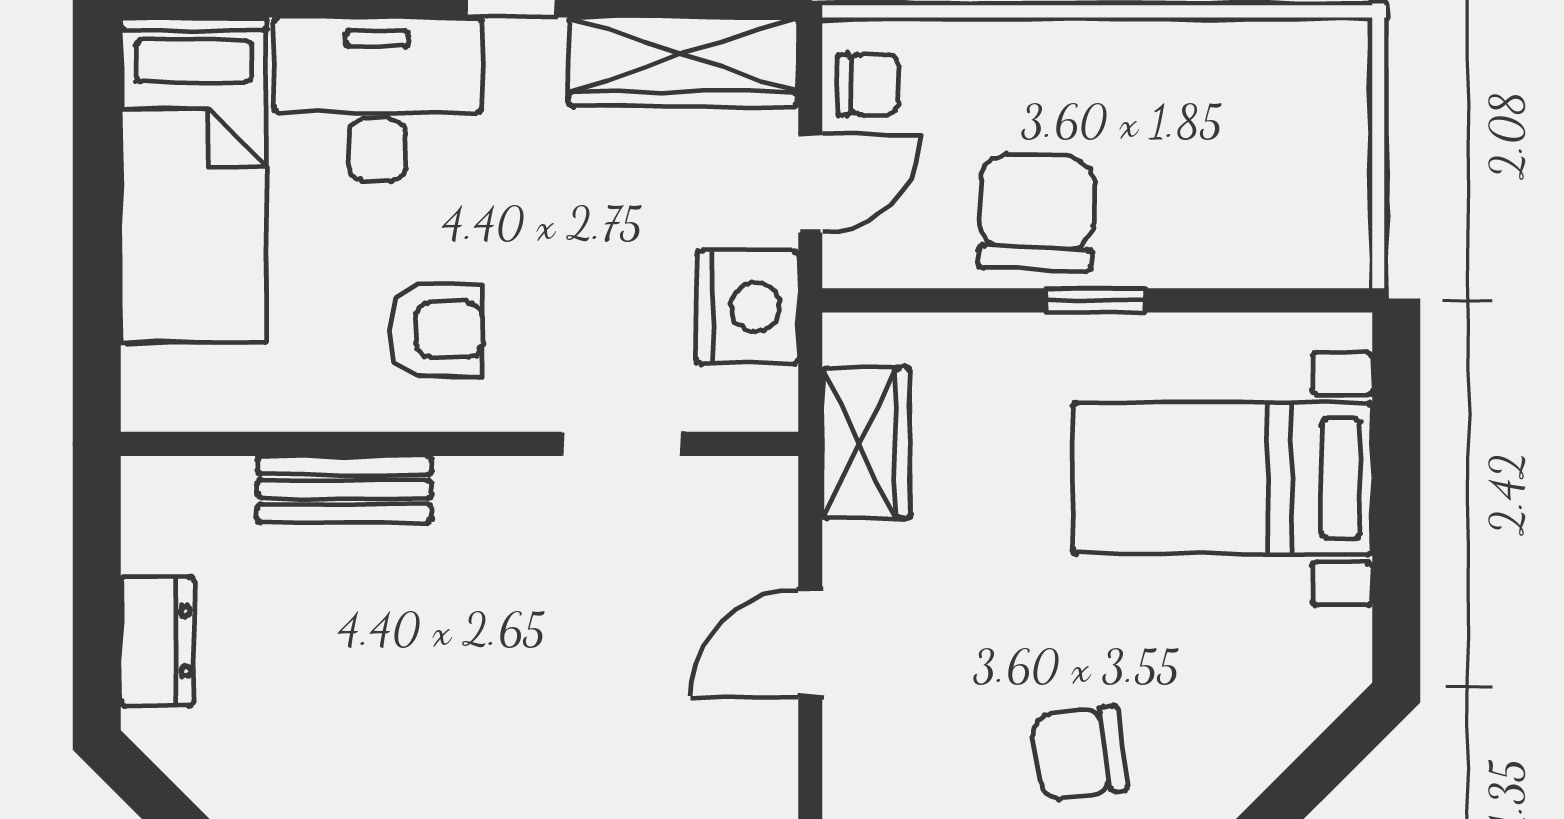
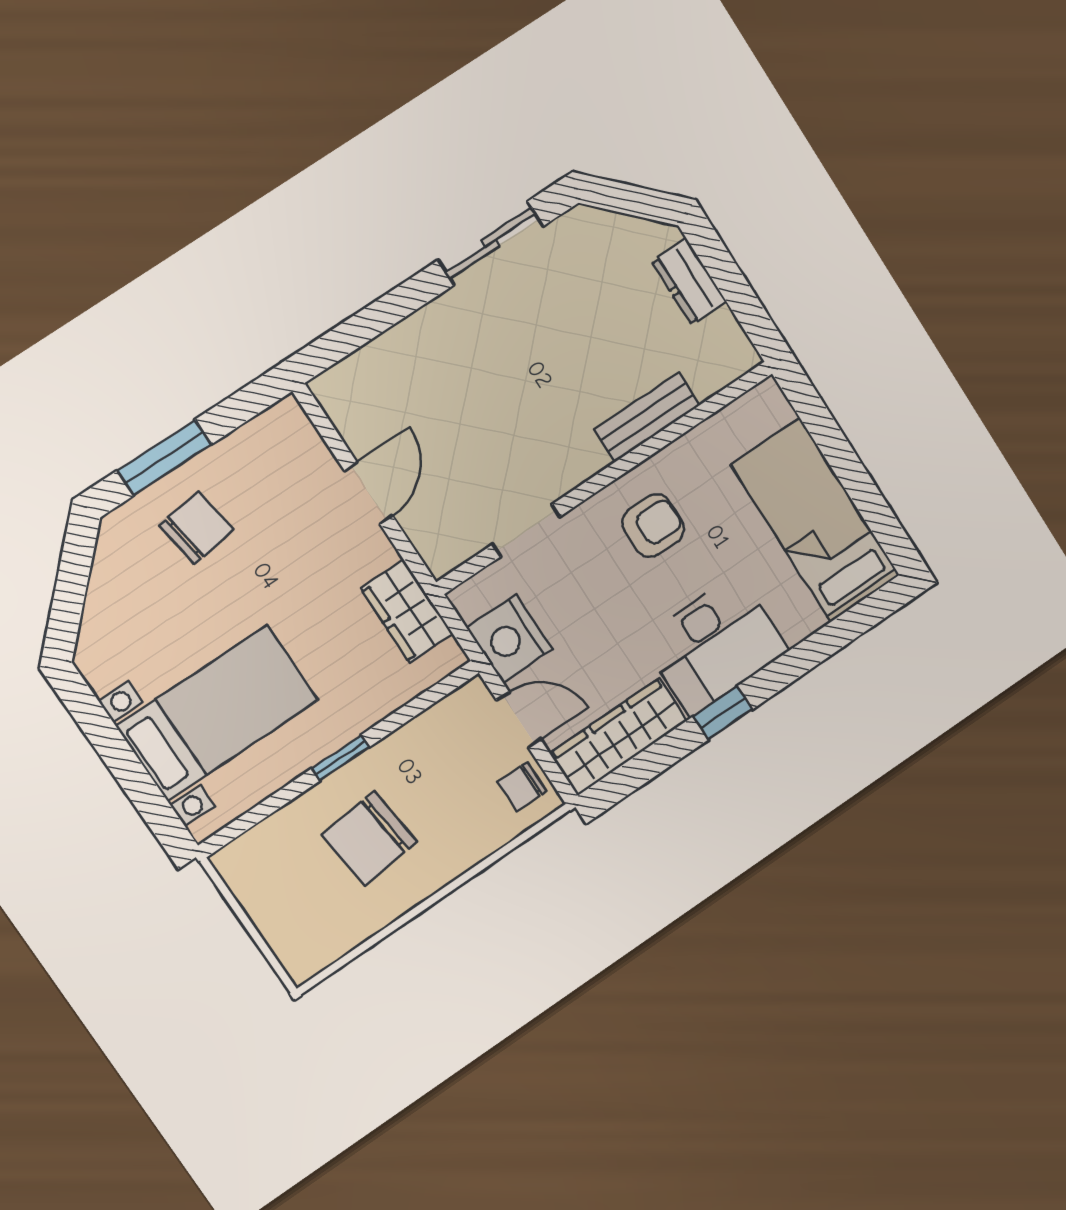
desk: (378, 99) -> (715, 645), moved
door: (810, 183) -> (519, 720), swing flipped
chair: (1037, 213) -> (369, 838), moved, turned 82
armchair: (436, 330) -> (653, 525), turned 180

